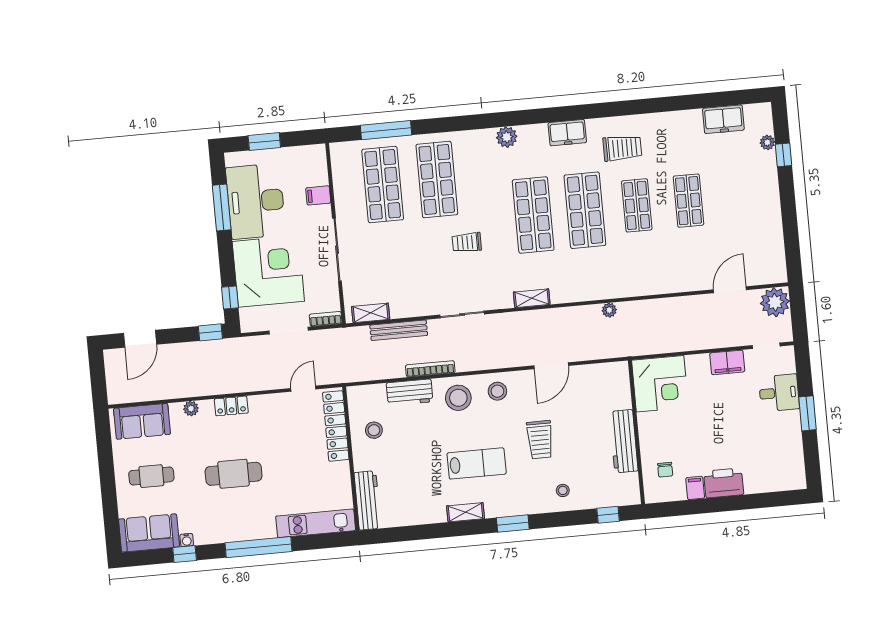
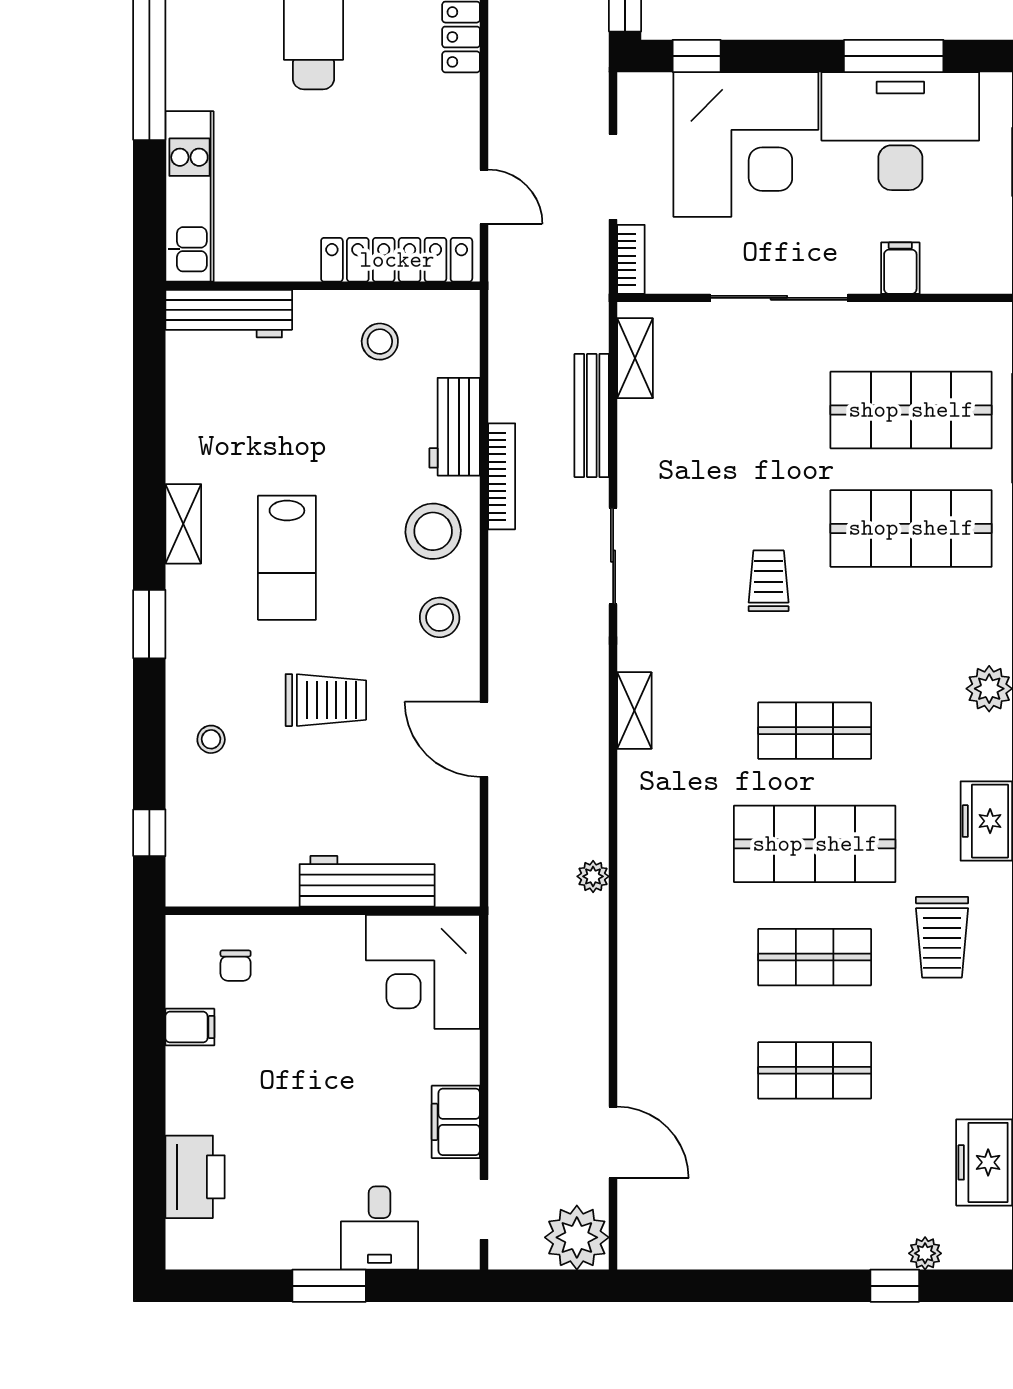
shop shelf: (533, 215) -> (815, 731), width x0.70, depth x0.74
trolley: (540, 440) -> (326, 700), turned 180
workbench: (624, 441) -> (367, 881), moved
chair: (665, 470) -> (236, 966), turned -90
printer: (724, 483) -> (195, 1177), moved

